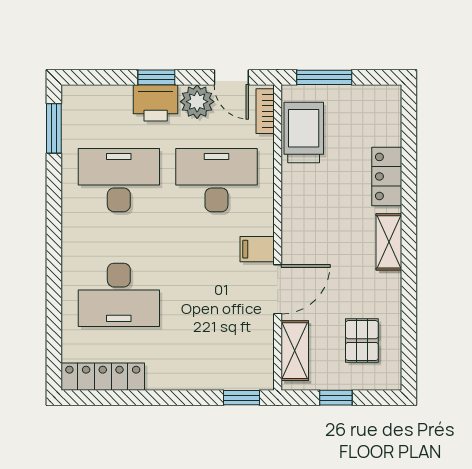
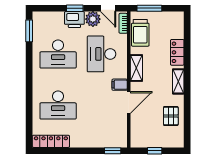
trolley: (304, 133) -> (140, 33), turned 180
desk: (119, 180) -> (58, 54), turned 180
desk: (216, 180) -> (101, 54), turned -90
pallet: (362, 341) -> (171, 116), moved
shelving: (295, 351) -> (136, 68), moved

